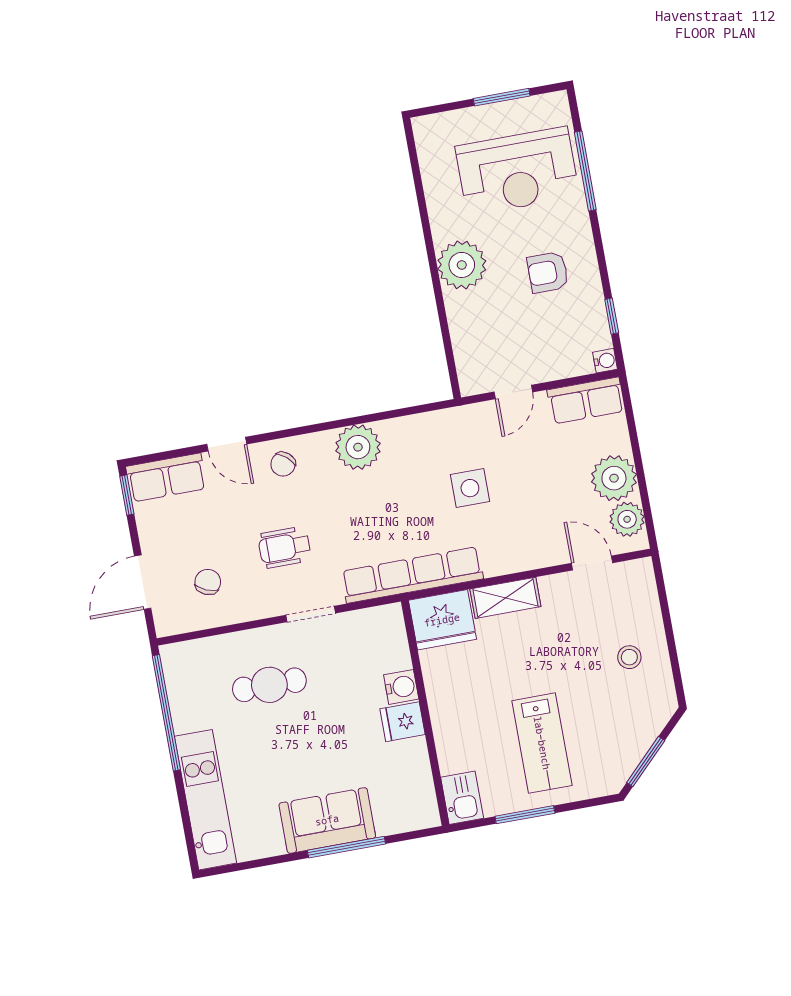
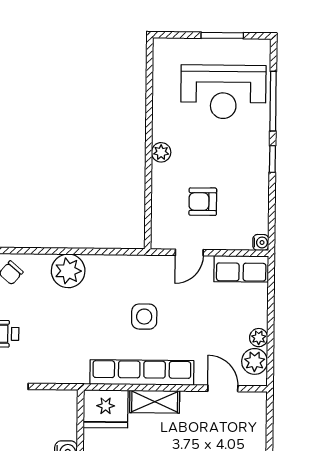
plant: (462, 265) -> (161, 152), width x0.53, depth x0.53
armchair: (548, 272) -> (203, 202), moved
window: (612, 316) -> (272, 159), moved
plant: (614, 478) -> (259, 338), width x0.53, depth x0.53
row of seats: (412, 575) -> (142, 372), moved

